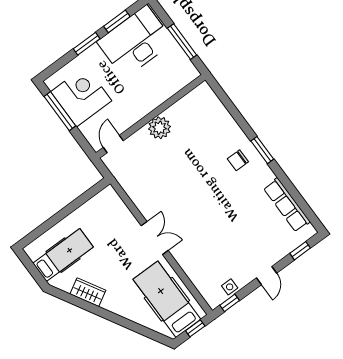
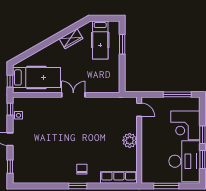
corner desk: (81, 96) -> (185, 125), moved, turned 90
row of seats: (287, 205) -> (119, 177), moved
window: (48, 224) -> (122, 44), added
double door: (155, 238) -> (73, 95), swing flipped

